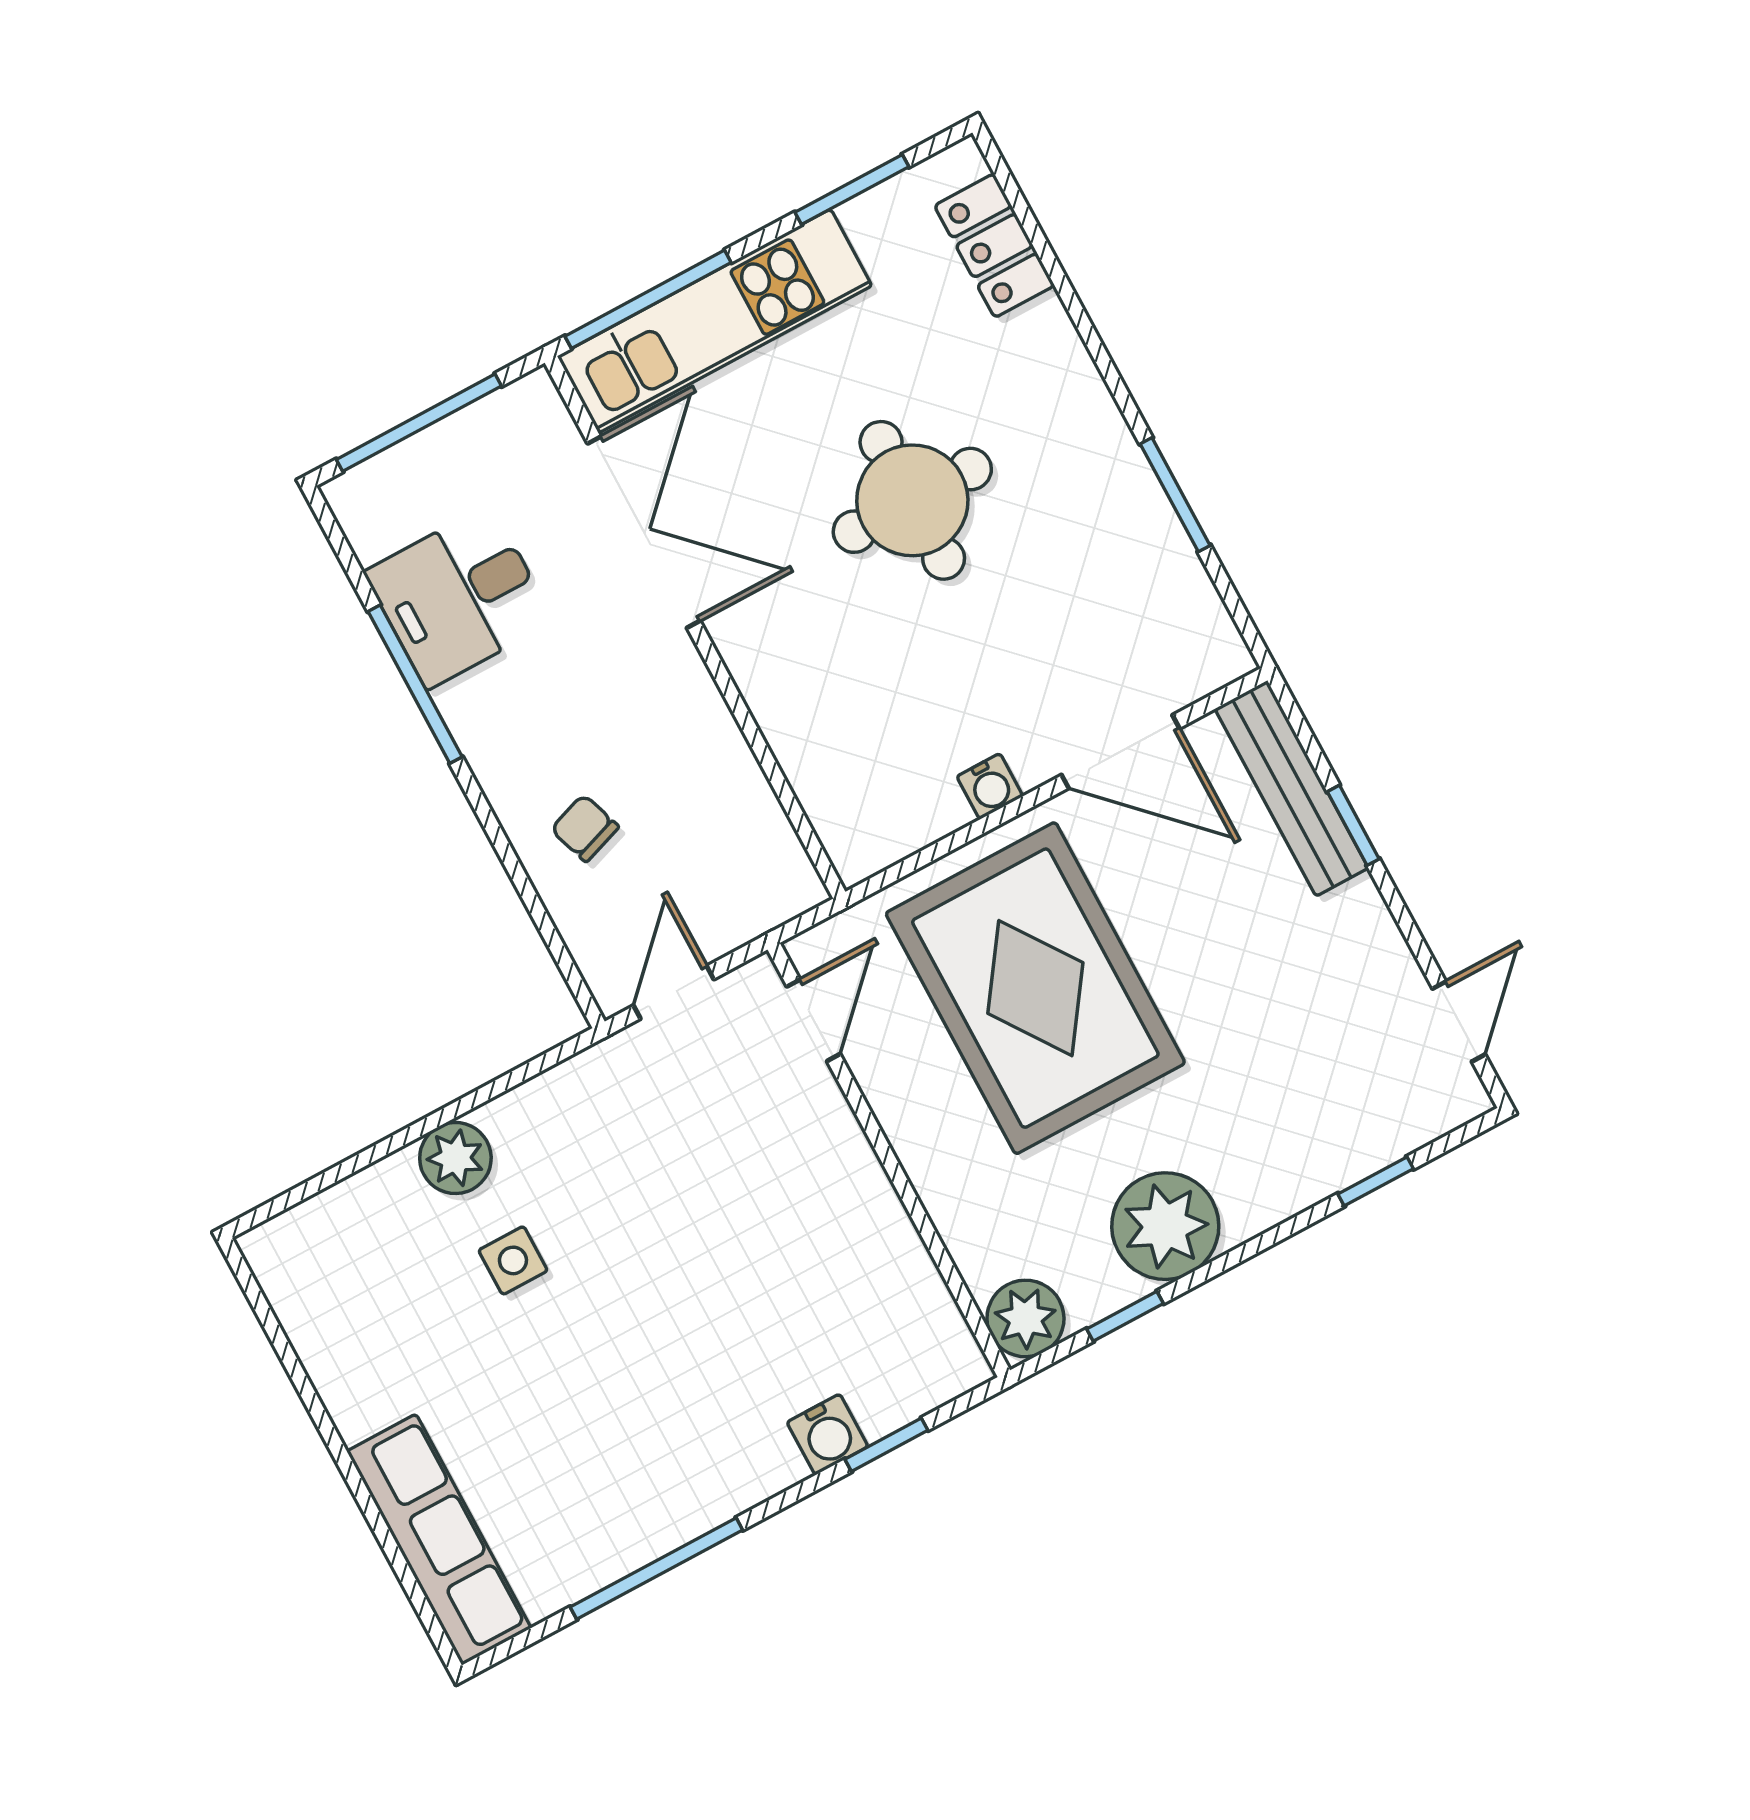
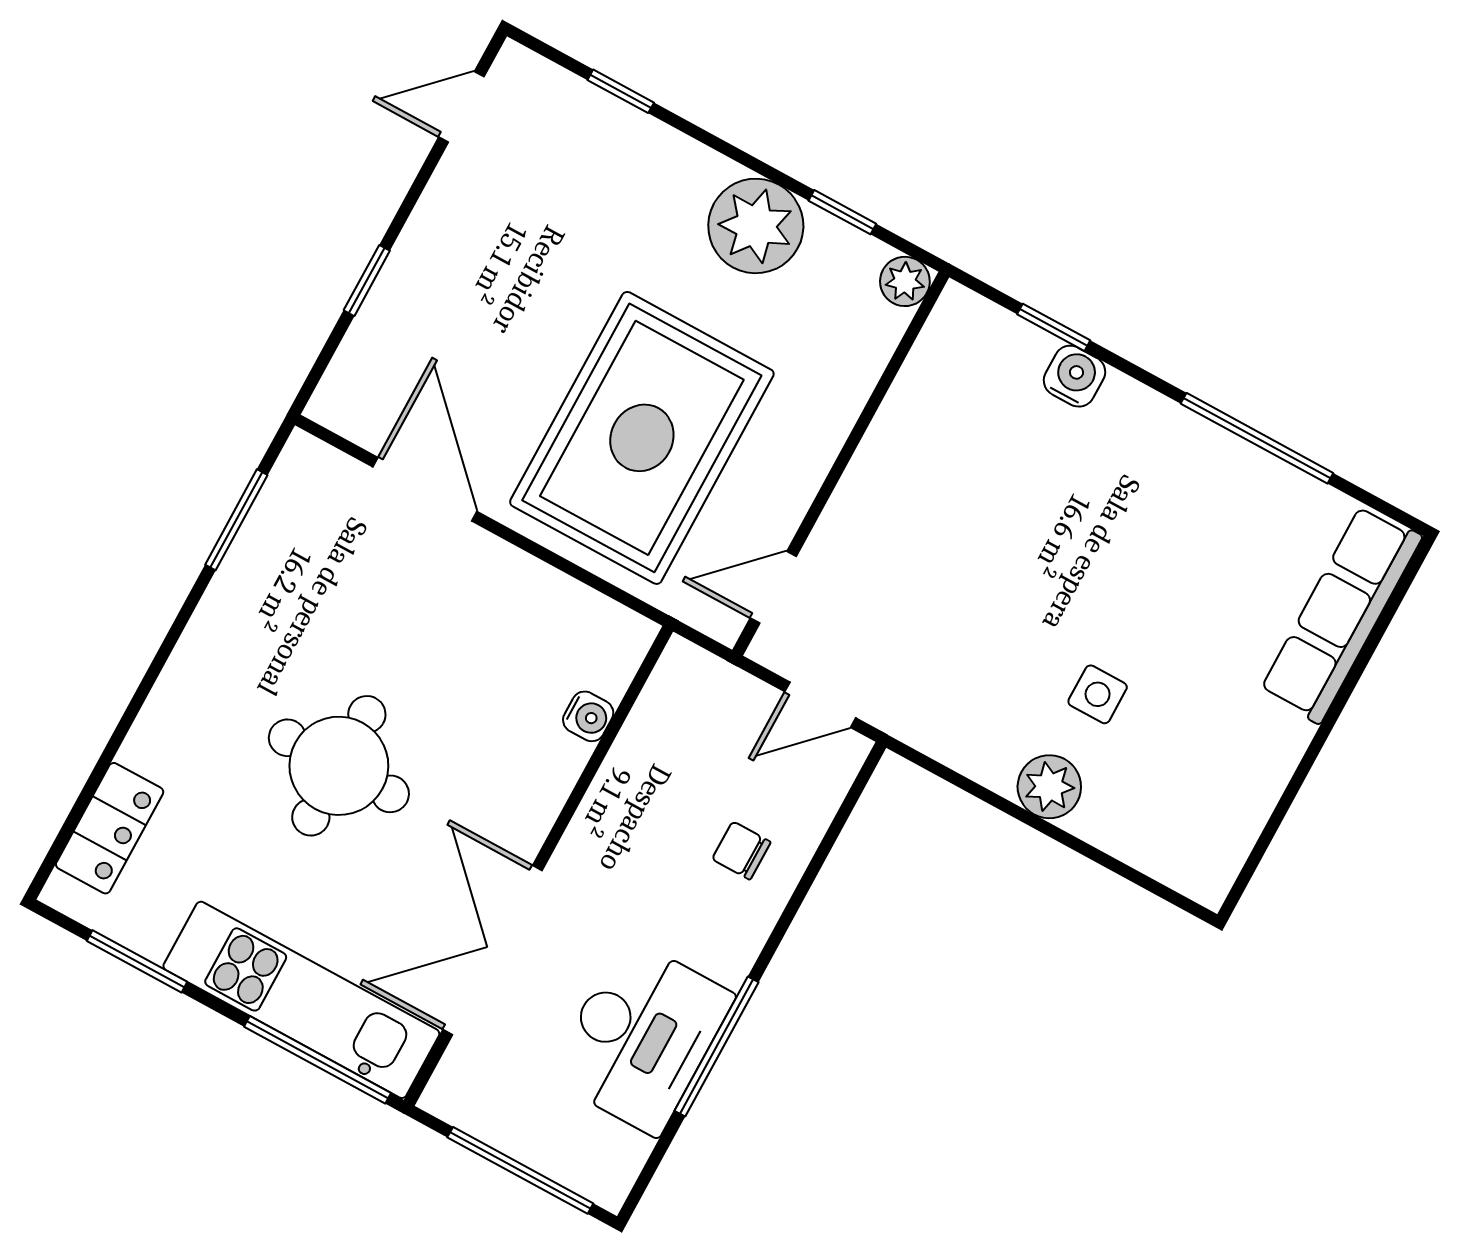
window: (1175, 495) -> (236, 520), moved
desk: (459, 597) -> (641, 1036), width x1.37
water cooler: (990, 786) -> (588, 716), moved, turned 90
bench: (1292, 788) -> (369, 344), removed
chair: (585, 828) -> (741, 851), turned 109
plant: (1025, 1318) -> (905, 281), width x0.73, depth x0.73

